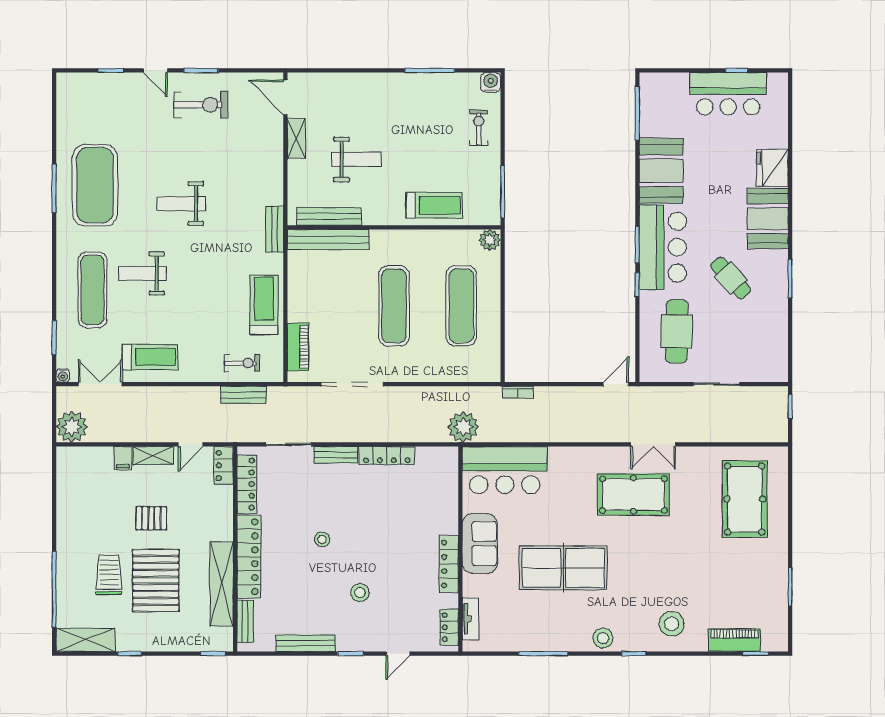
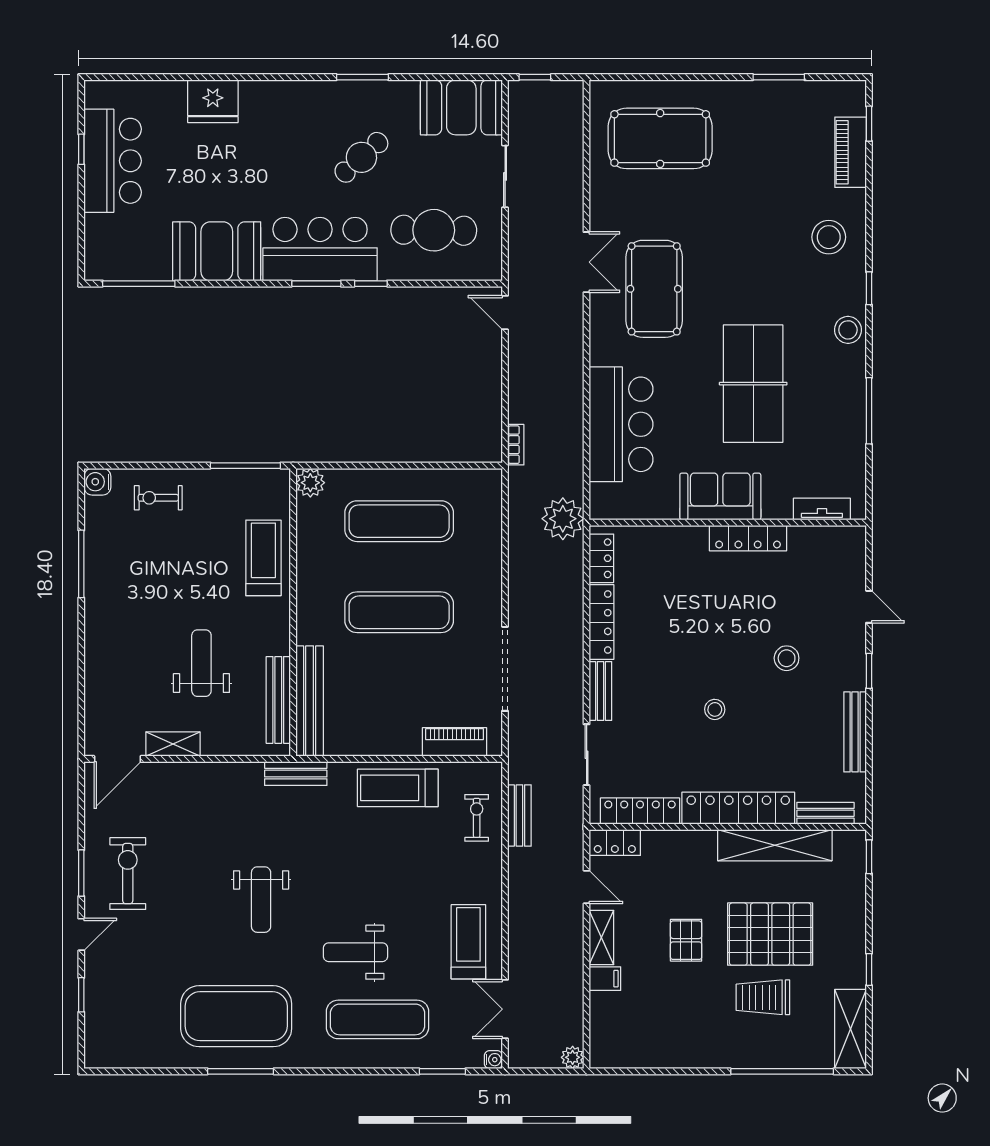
booth: (768, 219) -> (461, 107), moved
weight bench: (142, 274) -> (356, 952), turned 90
plant: (72, 427) -> (573, 1057), width x0.53, depth x0.53
bar counter: (505, 470) -> (621, 424), moved
locker: (449, 627) -> (601, 558), moved, turned -90

